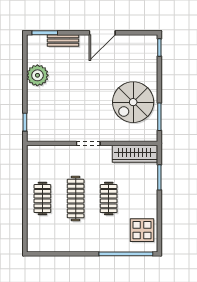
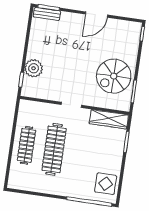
bench: (63, 41) -> (47, 14), moved
plant: (37, 75) -> (34, 68), moved
clothes rail: (42, 199) -> (27, 145), width x1.36
clothes rail: (76, 199) -> (54, 149), width x1.37, depth x1.31
clothes rail: (109, 199) -> (82, 153), removed

